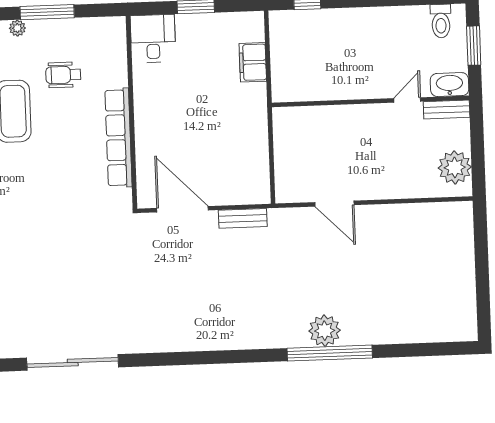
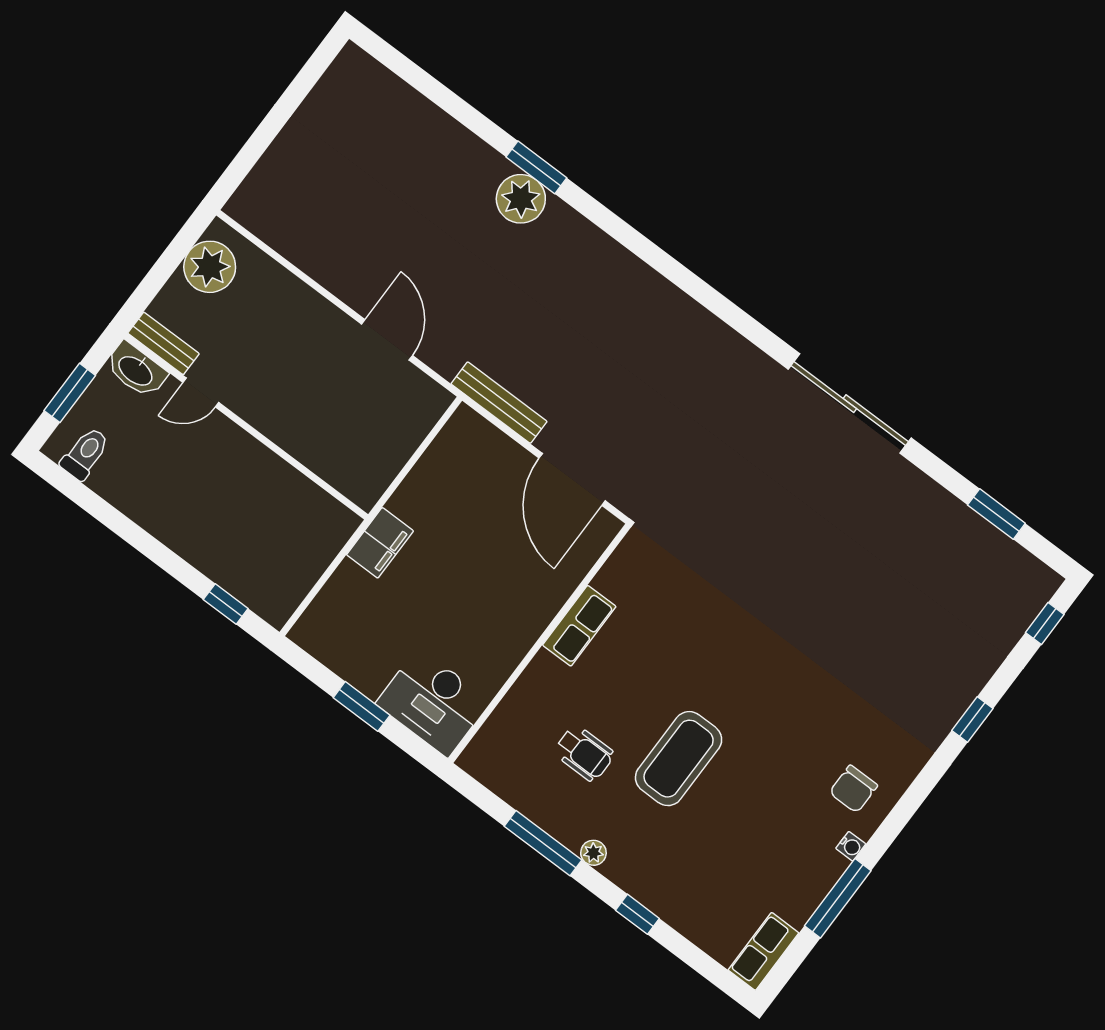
desk: (153, 39) -> (433, 702), width x1.37
filing cabinet: (253, 62) -> (380, 543), moved
row of seats: (118, 138) -> (579, 626), width x0.50
bench: (243, 218) -> (499, 403), width x1.36
window: (330, 353) -> (536, 167), width x0.47

